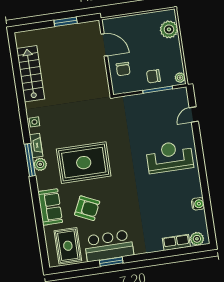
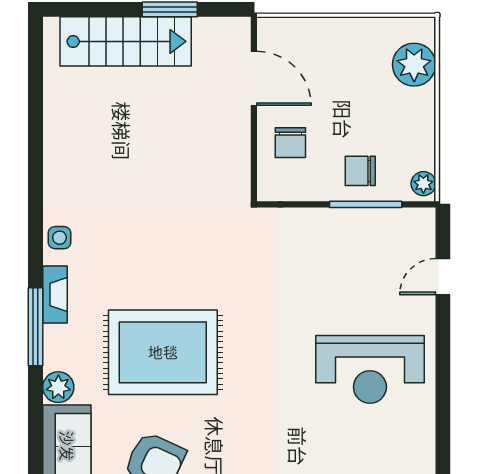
stairs: (31, 74) -> (126, 41), moved, turned 90
reception desk: (170, 157) -> (370, 369), turned 180
plant: (40, 164) -> (58, 387), moved

